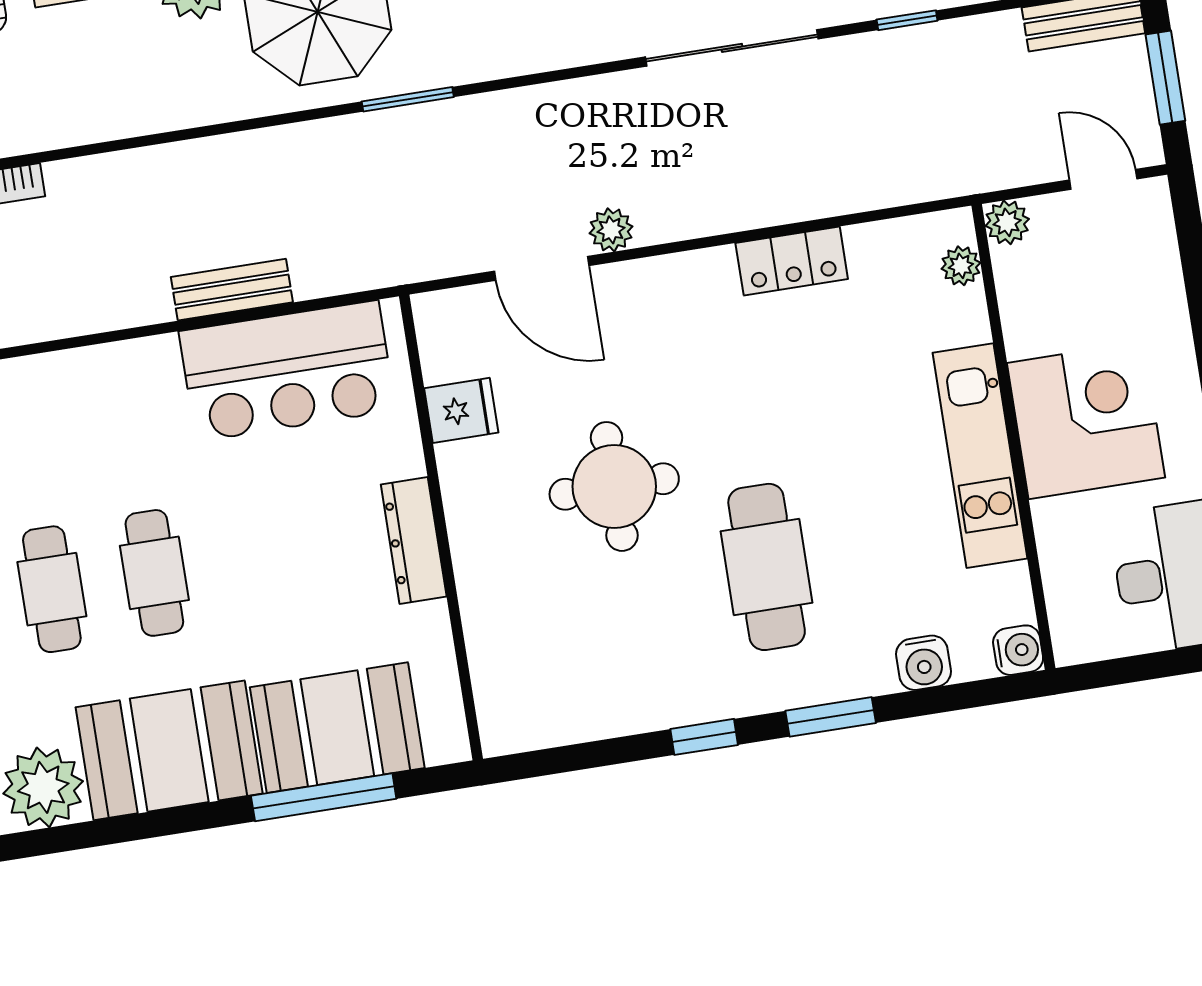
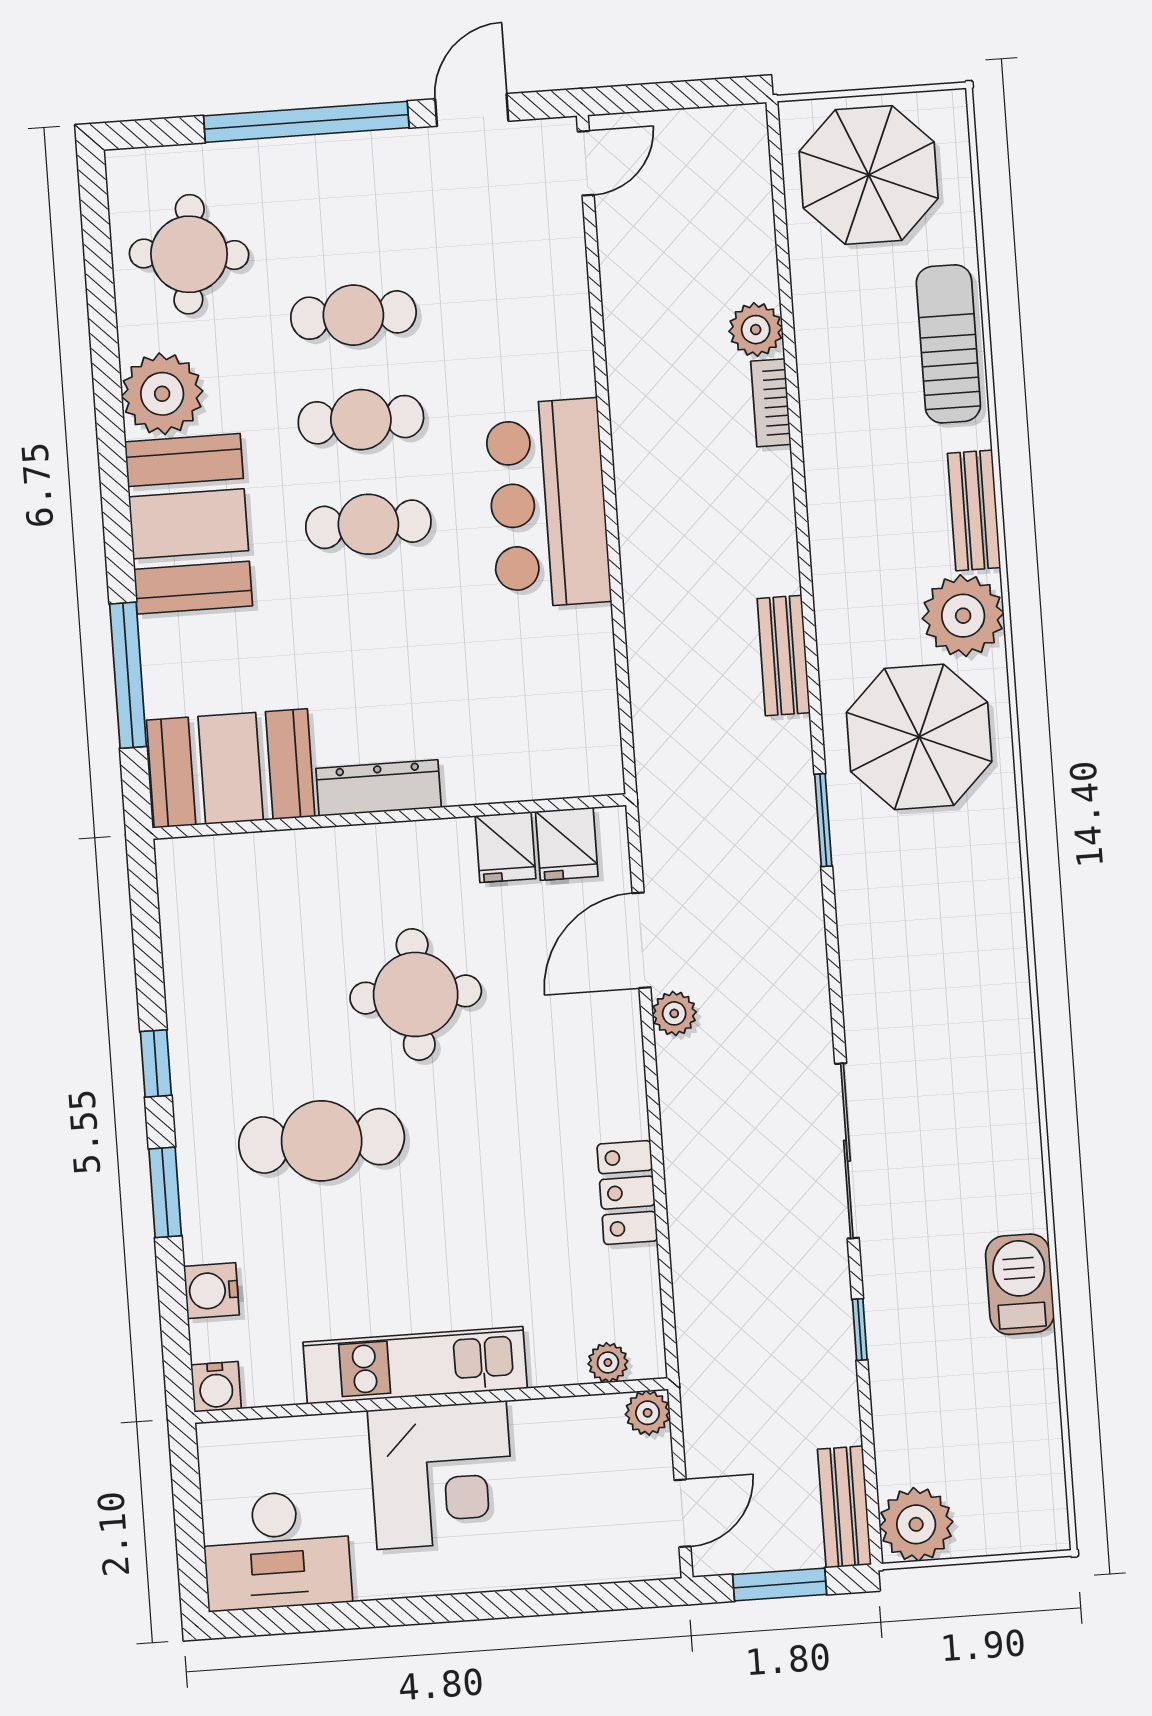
bench: (232, 290) -> (784, 656), moved
fridge: (453, 350) -> (567, 844), added
bar counter: (287, 371) -> (548, 503), moved
booth: (337, 728) -> (231, 768), moved, turned 90

